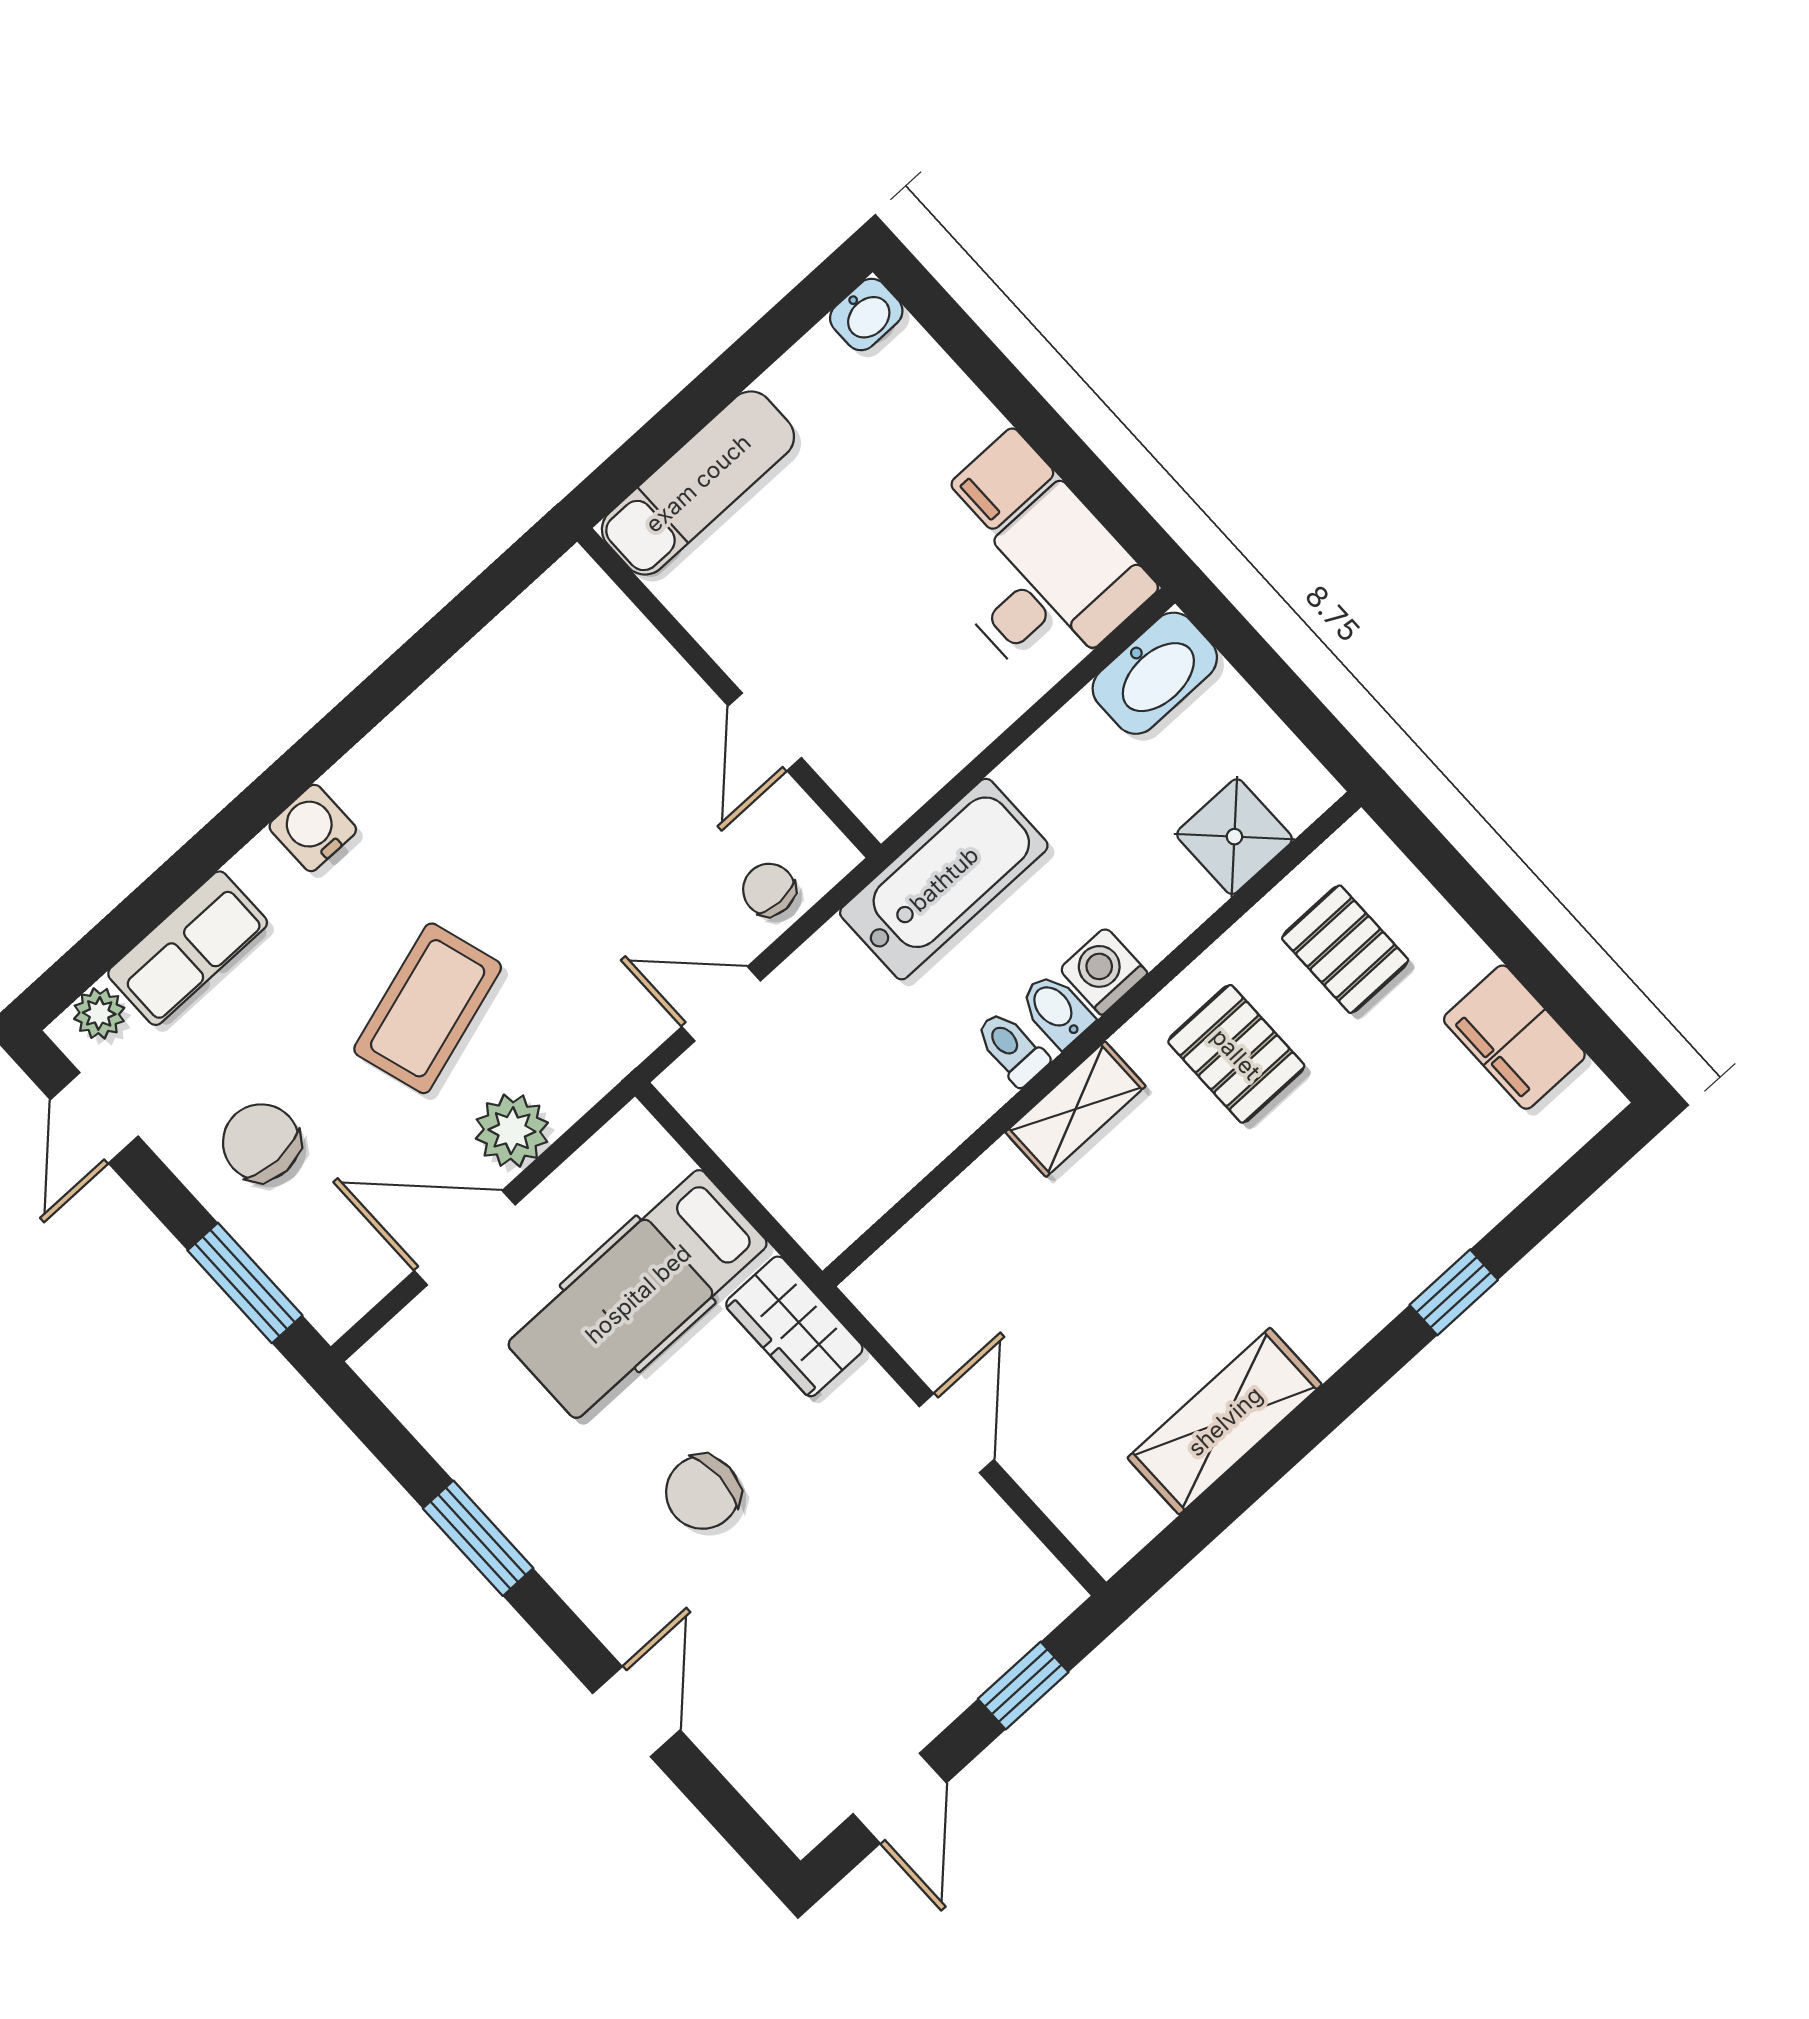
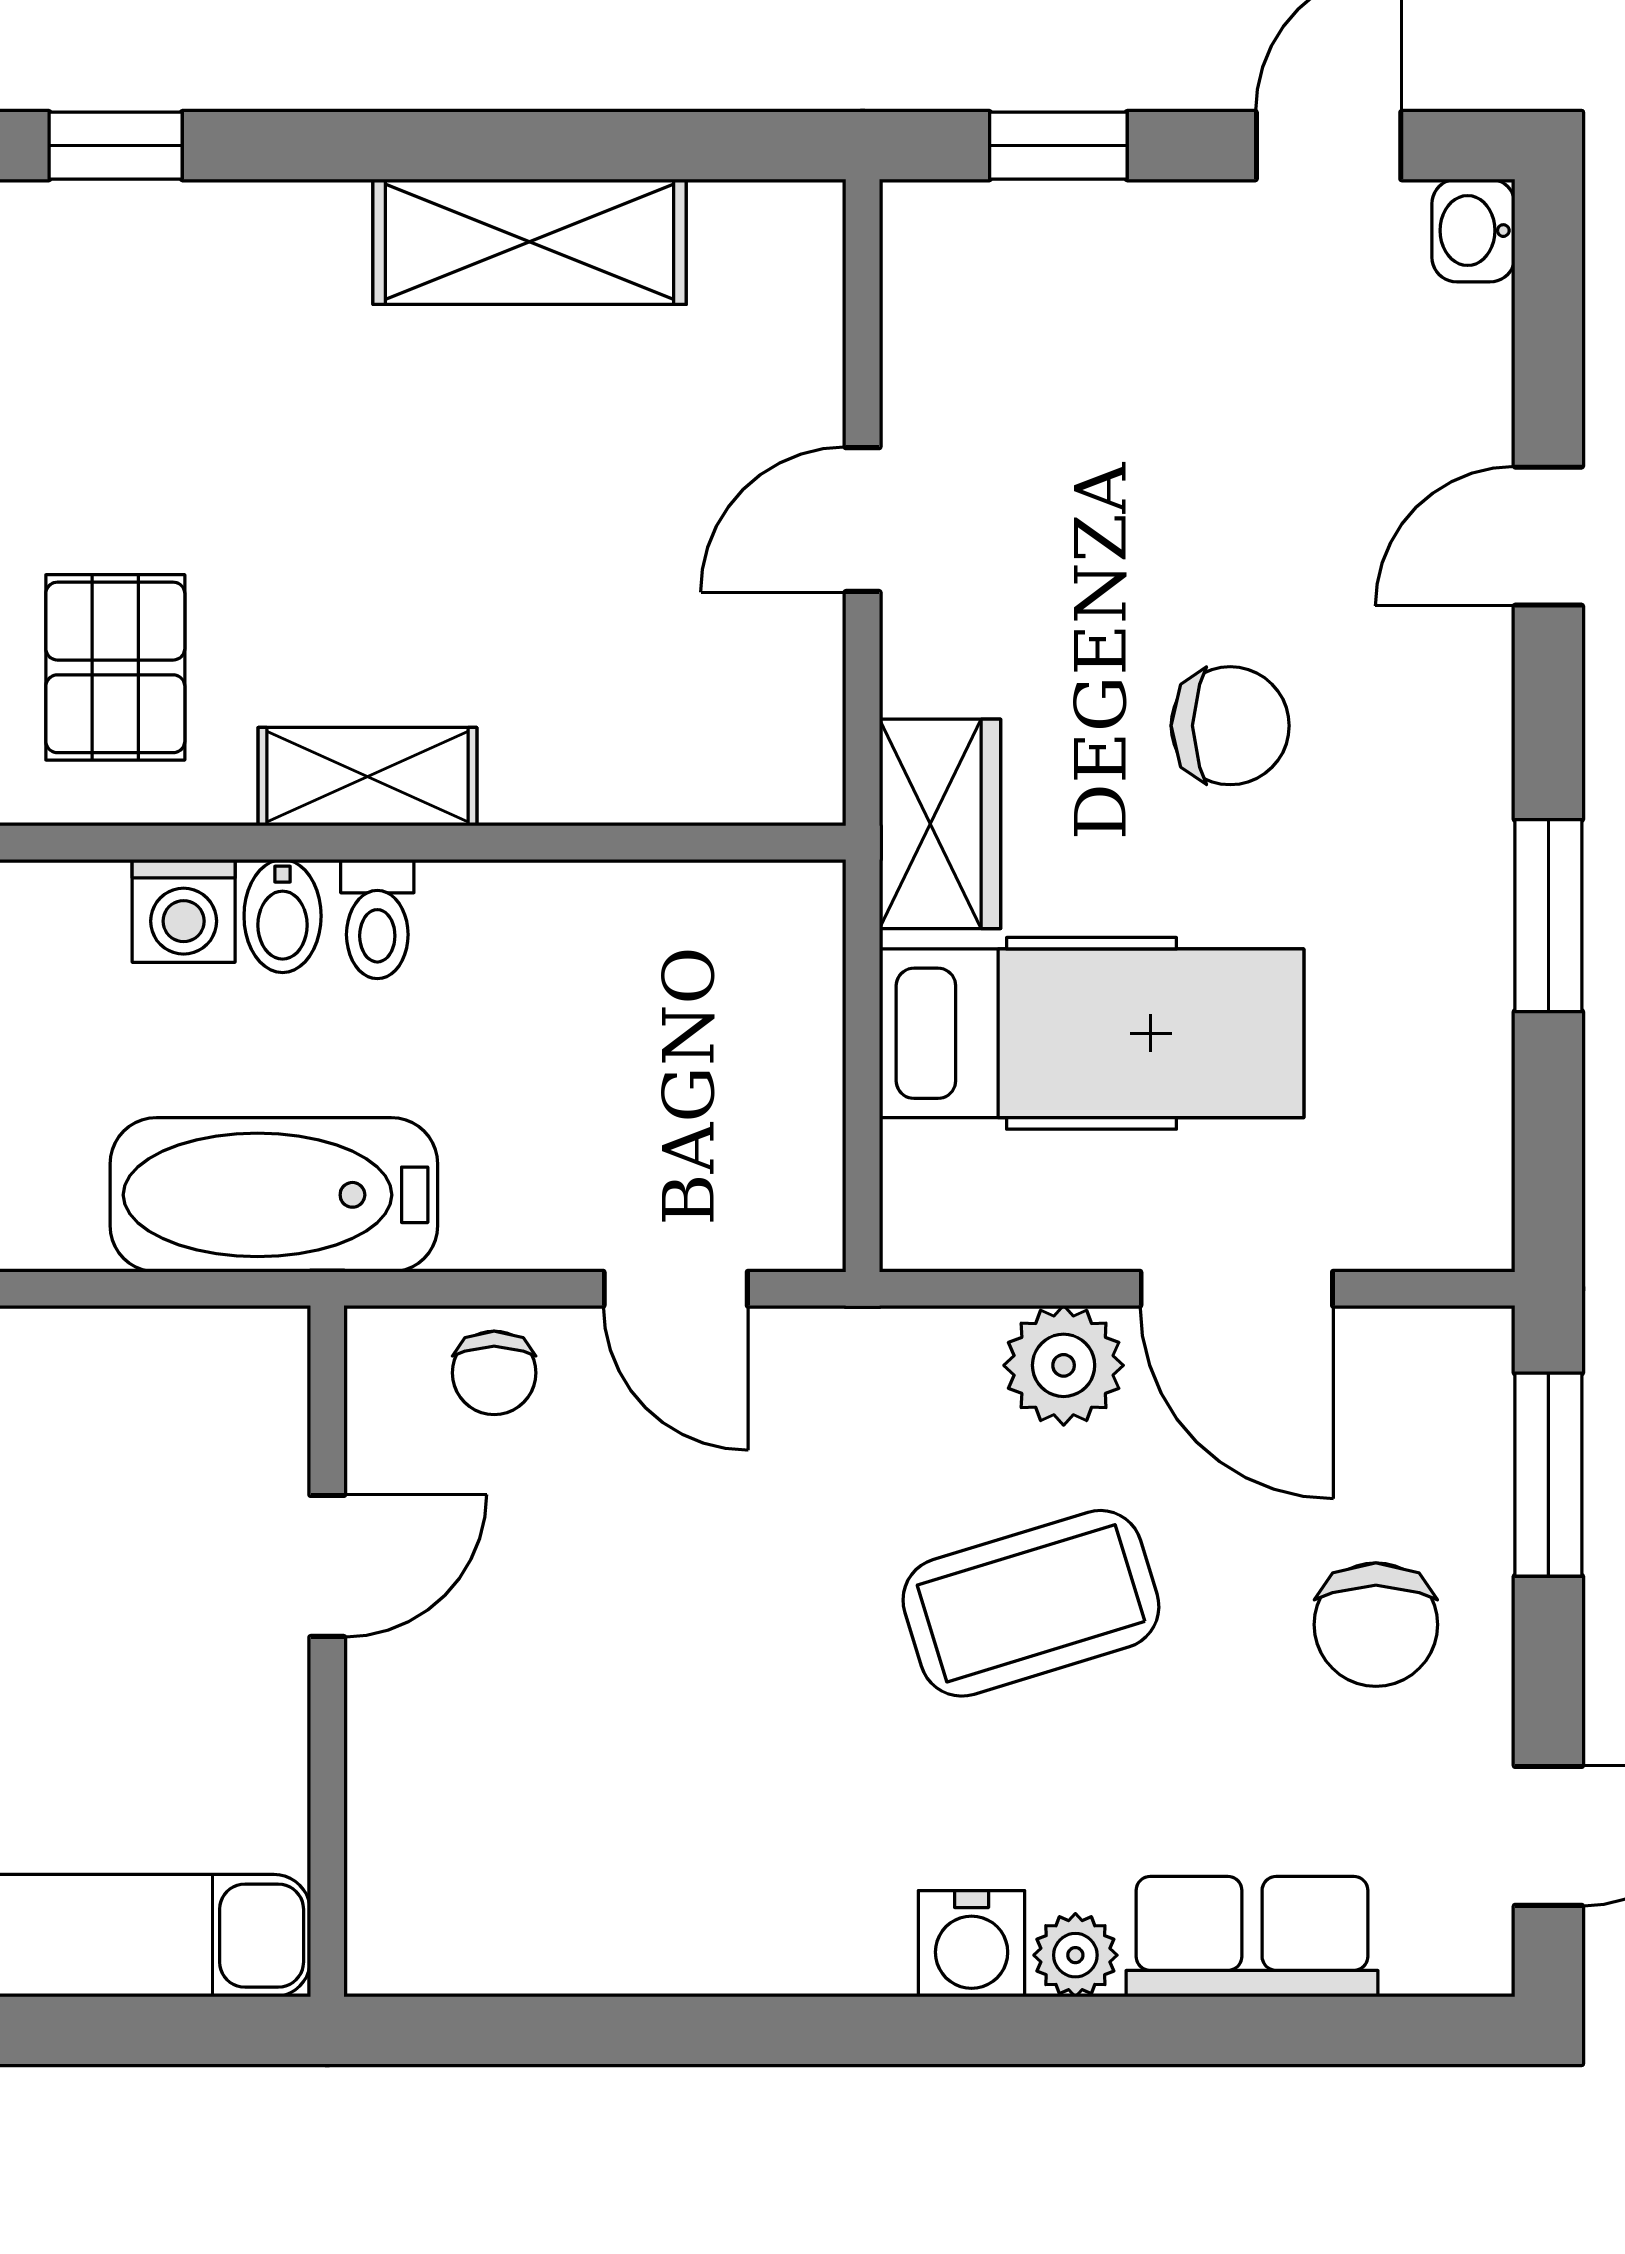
plant: (99, 1013) -> (1075, 1955), moved
washbasin: (798, 1820) -> (1473, 231), added

